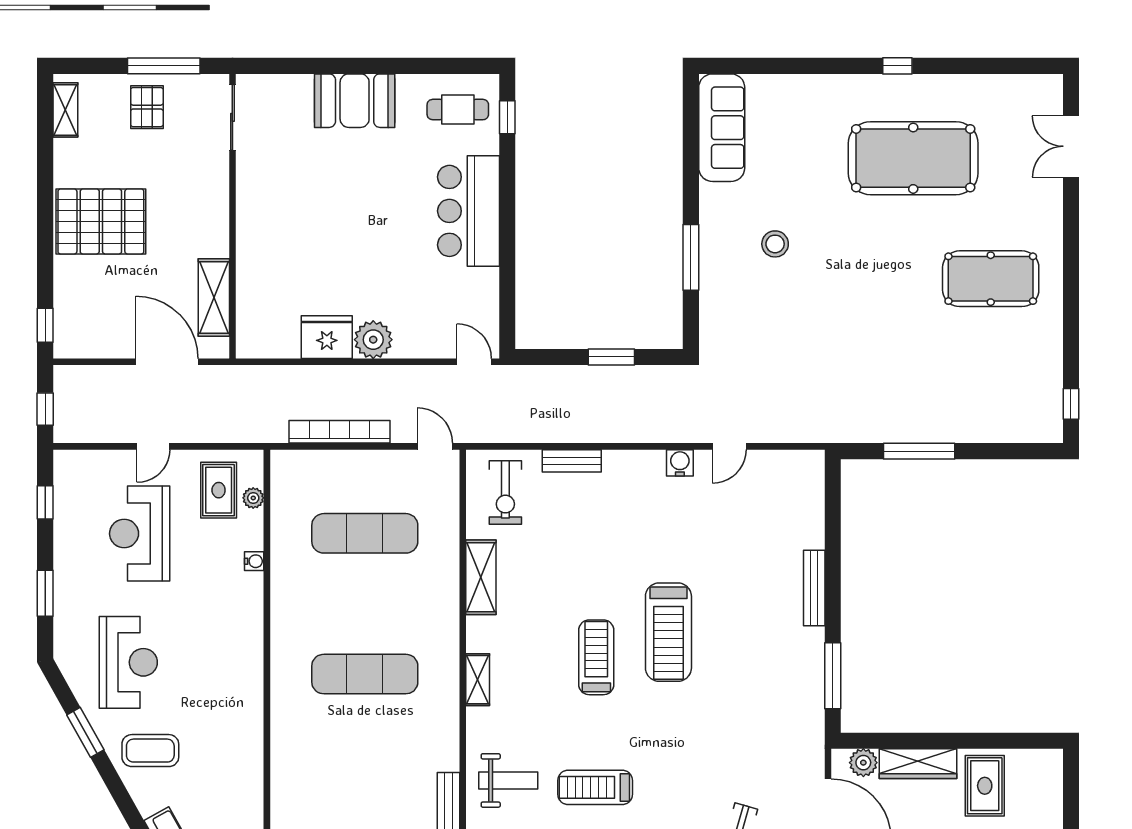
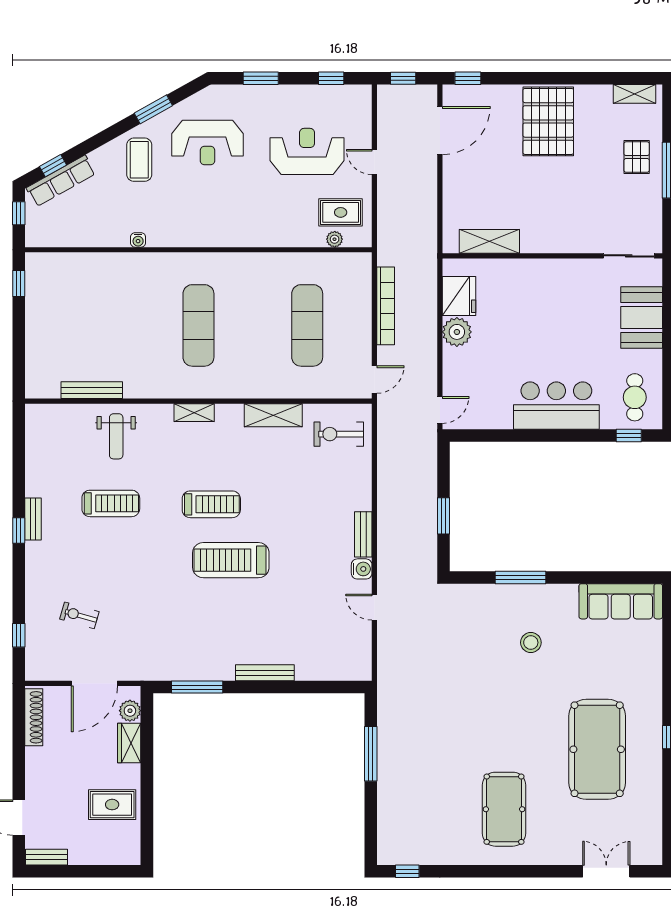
pallet: (147, 107) -> (637, 157), turned 90
sliding door: (232, 117) -> (629, 256), moved
wall: (232, 216) -> (552, 256), moved
shelving: (214, 298) -> (489, 241), moved
door: (167, 362) -> (440, 131), moved
bench: (572, 461) -> (363, 534), moved
water cooler: (254, 561) -> (138, 240), moved
wardrobe: (918, 764) -> (129, 743), width x0.67
treadmill: (595, 787) -> (111, 503), turned 90

